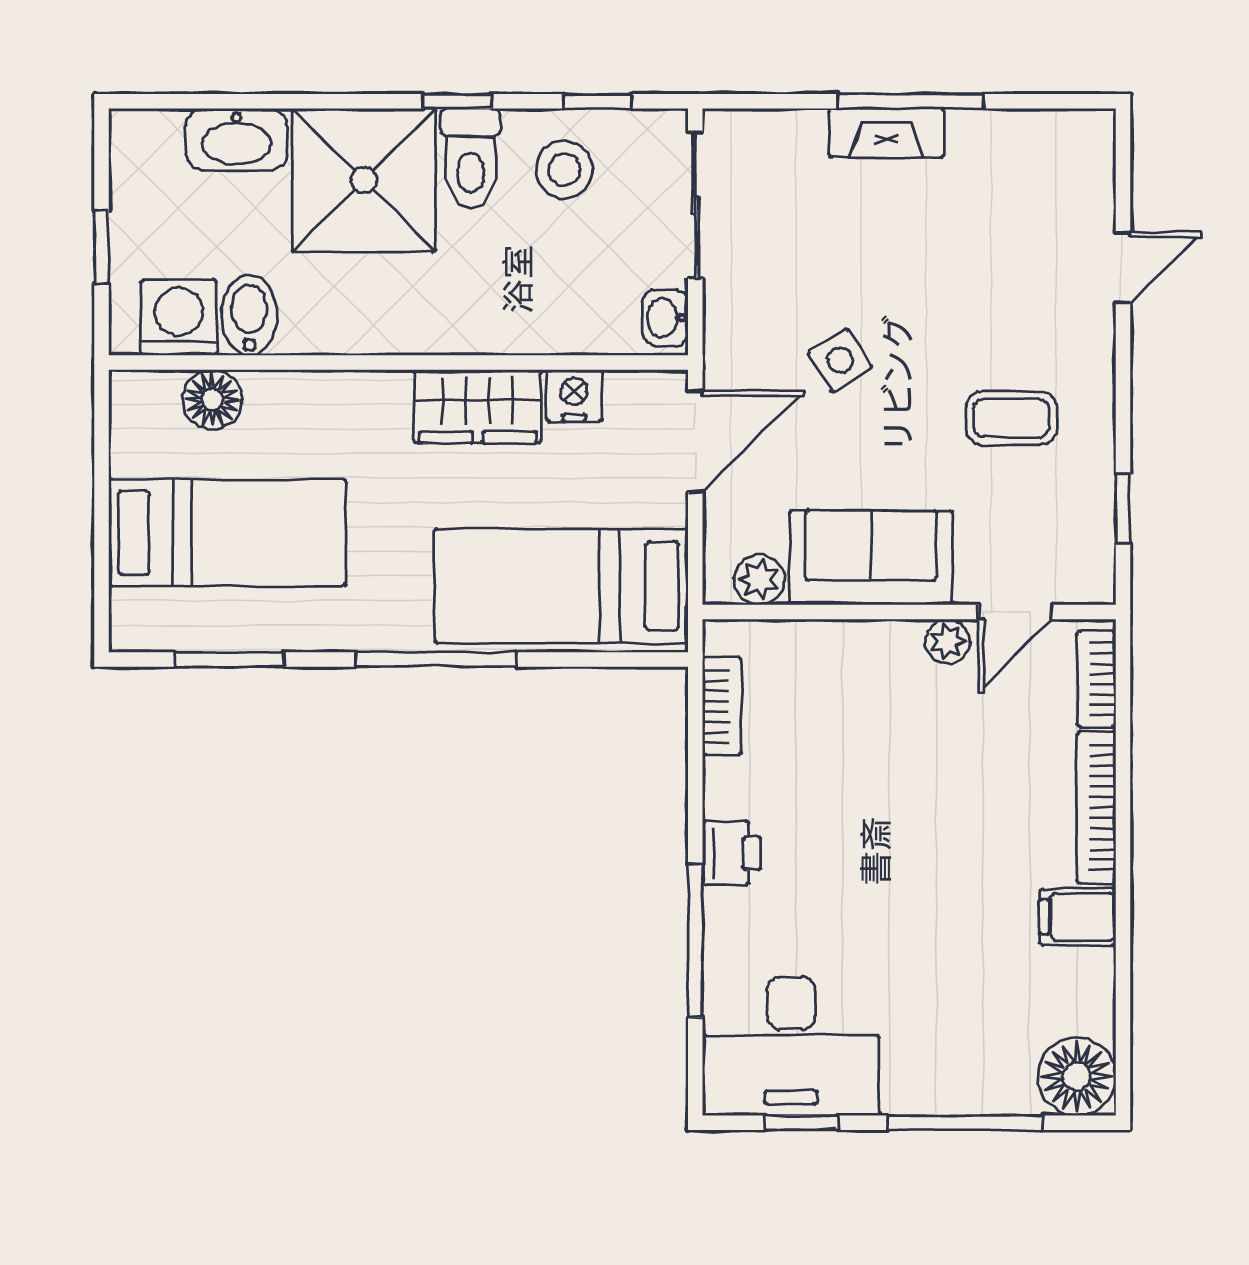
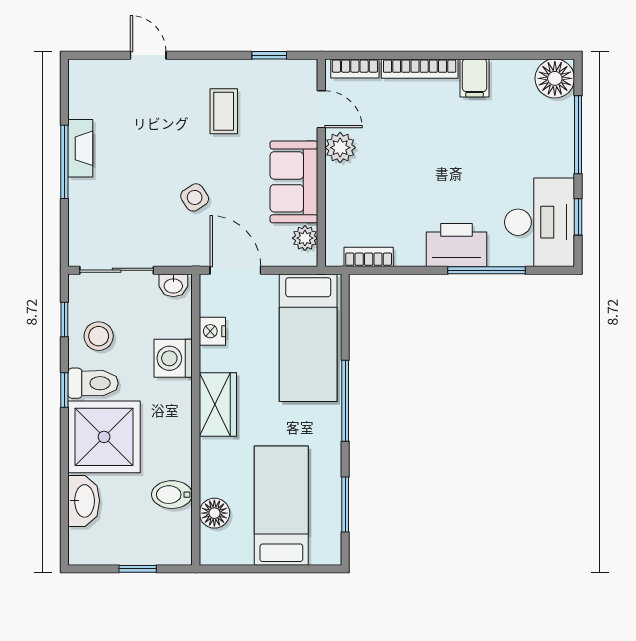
fireplace: (887, 133) -> (80, 148), moved
washing machine: (179, 318) -> (173, 358), moved
wardrobe: (478, 407) -> (218, 404), moved
plant: (948, 641) -> (340, 148), width x1.38, depth x1.38
printer: (732, 853) -> (457, 245), width x1.87, depth x1.48

